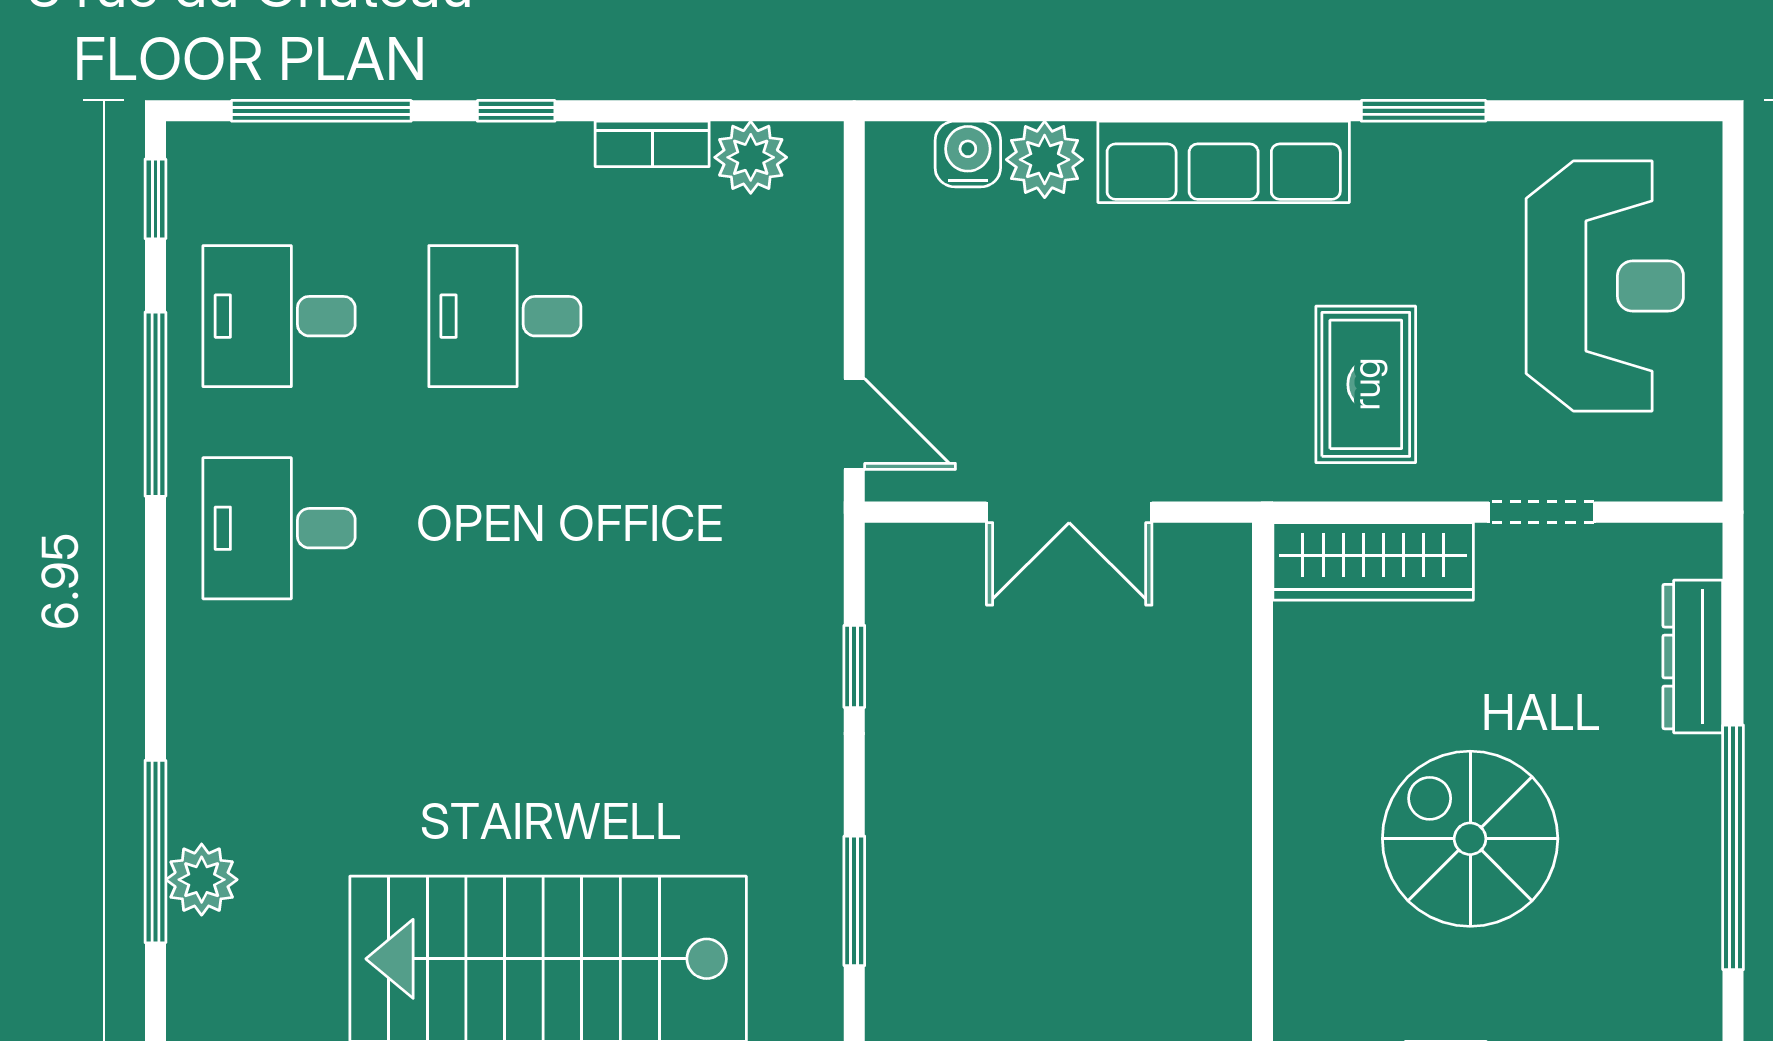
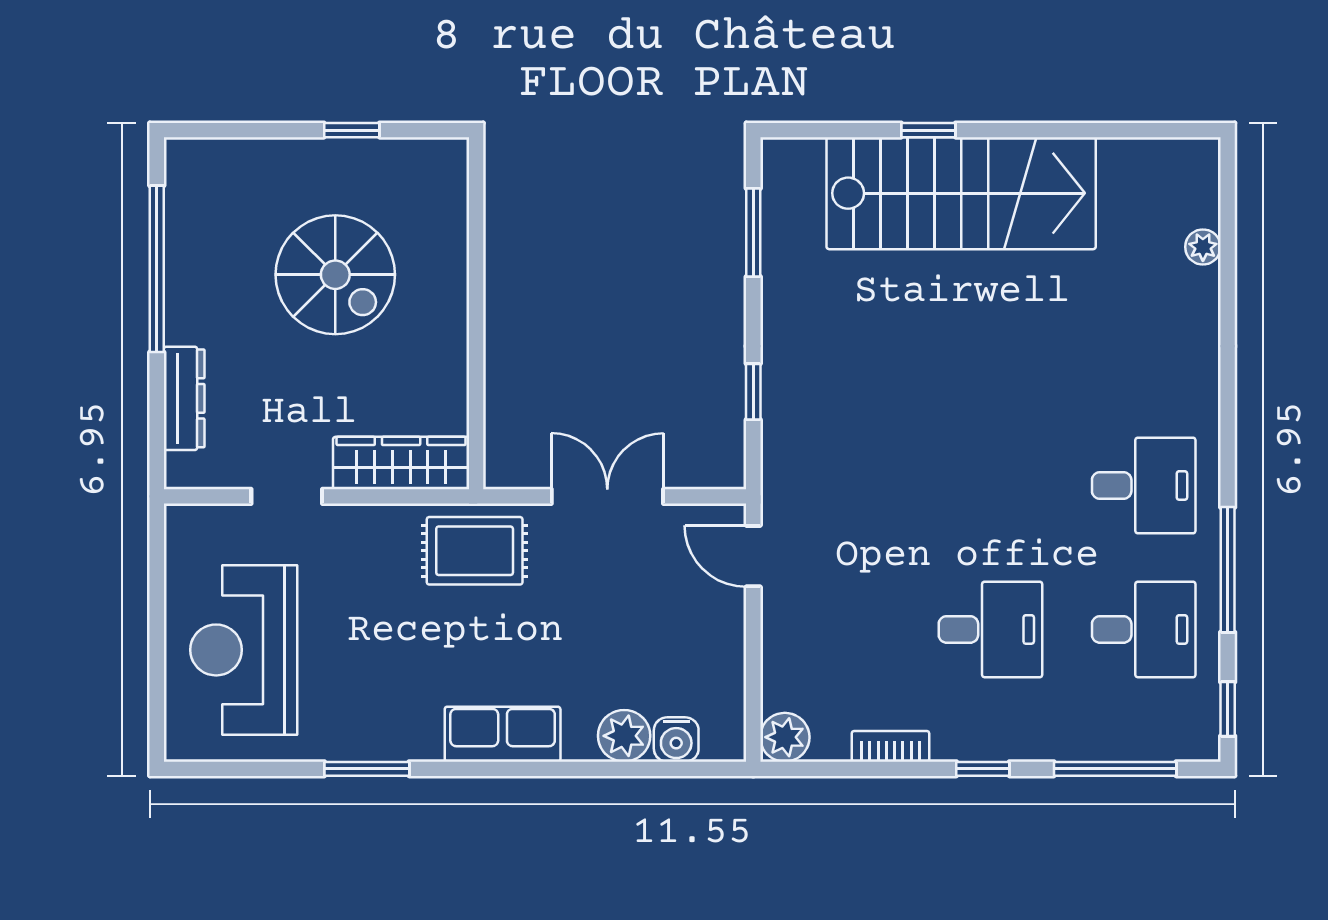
plant: (751, 157) -> (785, 737), moved
row of seats: (1224, 162) -> (503, 734), width x0.68
rug: (1366, 384) -> (475, 551), moved, turned 90
window: (155, 852) -> (1228, 266), removed
plant: (202, 880) -> (1203, 247), width x0.73, depth x0.73

